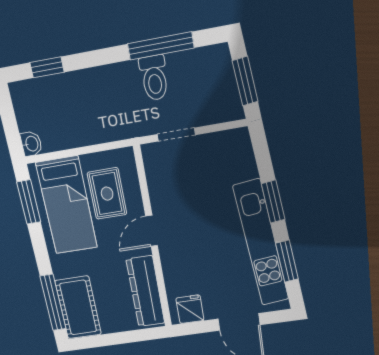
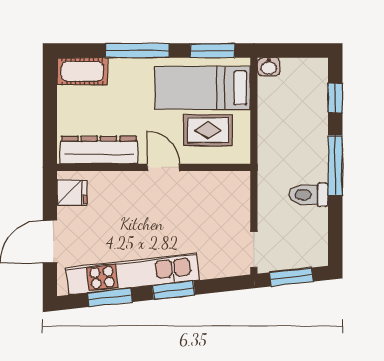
window: (161, 46) -> (335, 165), moved
doorway: (176, 135) -> (254, 250), moved
window: (53, 303) -> (137, 51), moved
cot: (78, 308) -> (82, 71), width x0.73, depth x0.75

